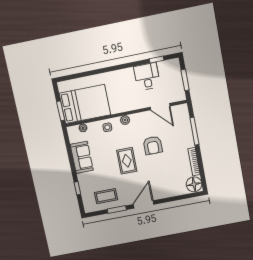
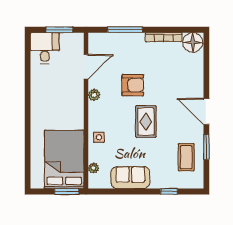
window: (157, 60) -> (28, 60), removed
desk: (147, 77) -> (45, 48), moved, turned 90
plant: (125, 120) -> (94, 95), moved
rug: (127, 161) -> (146, 122), turned 90

